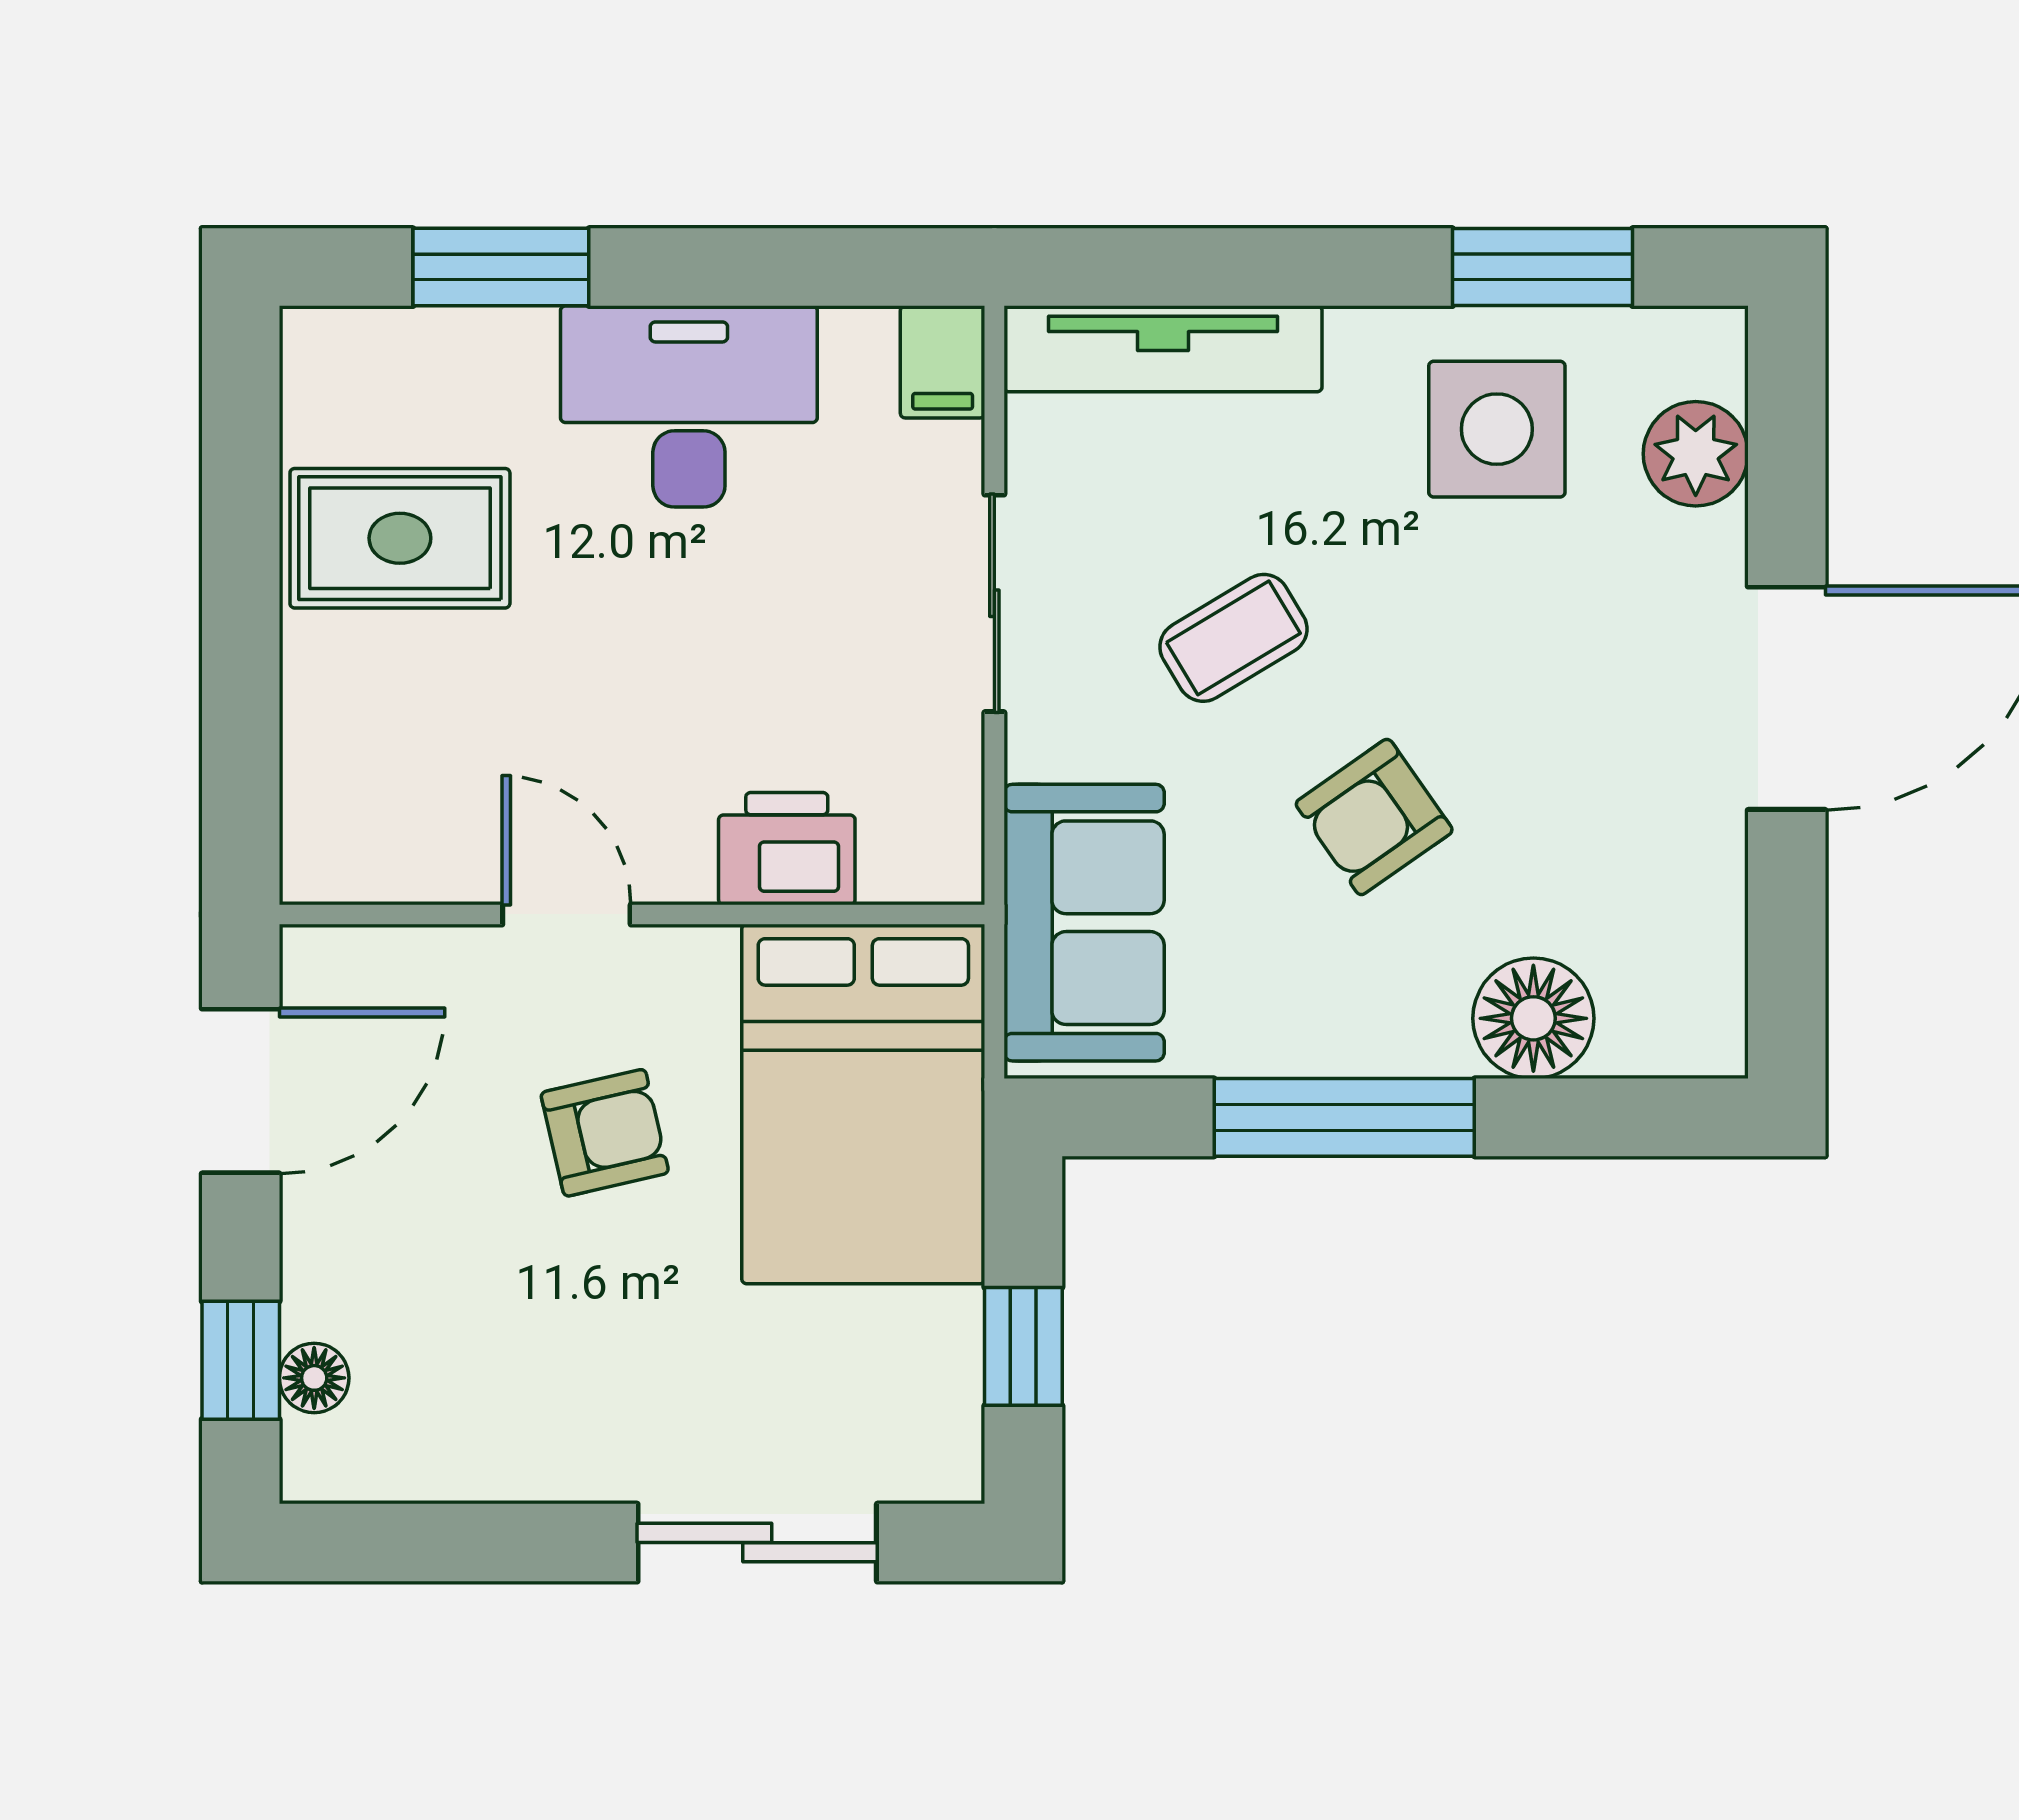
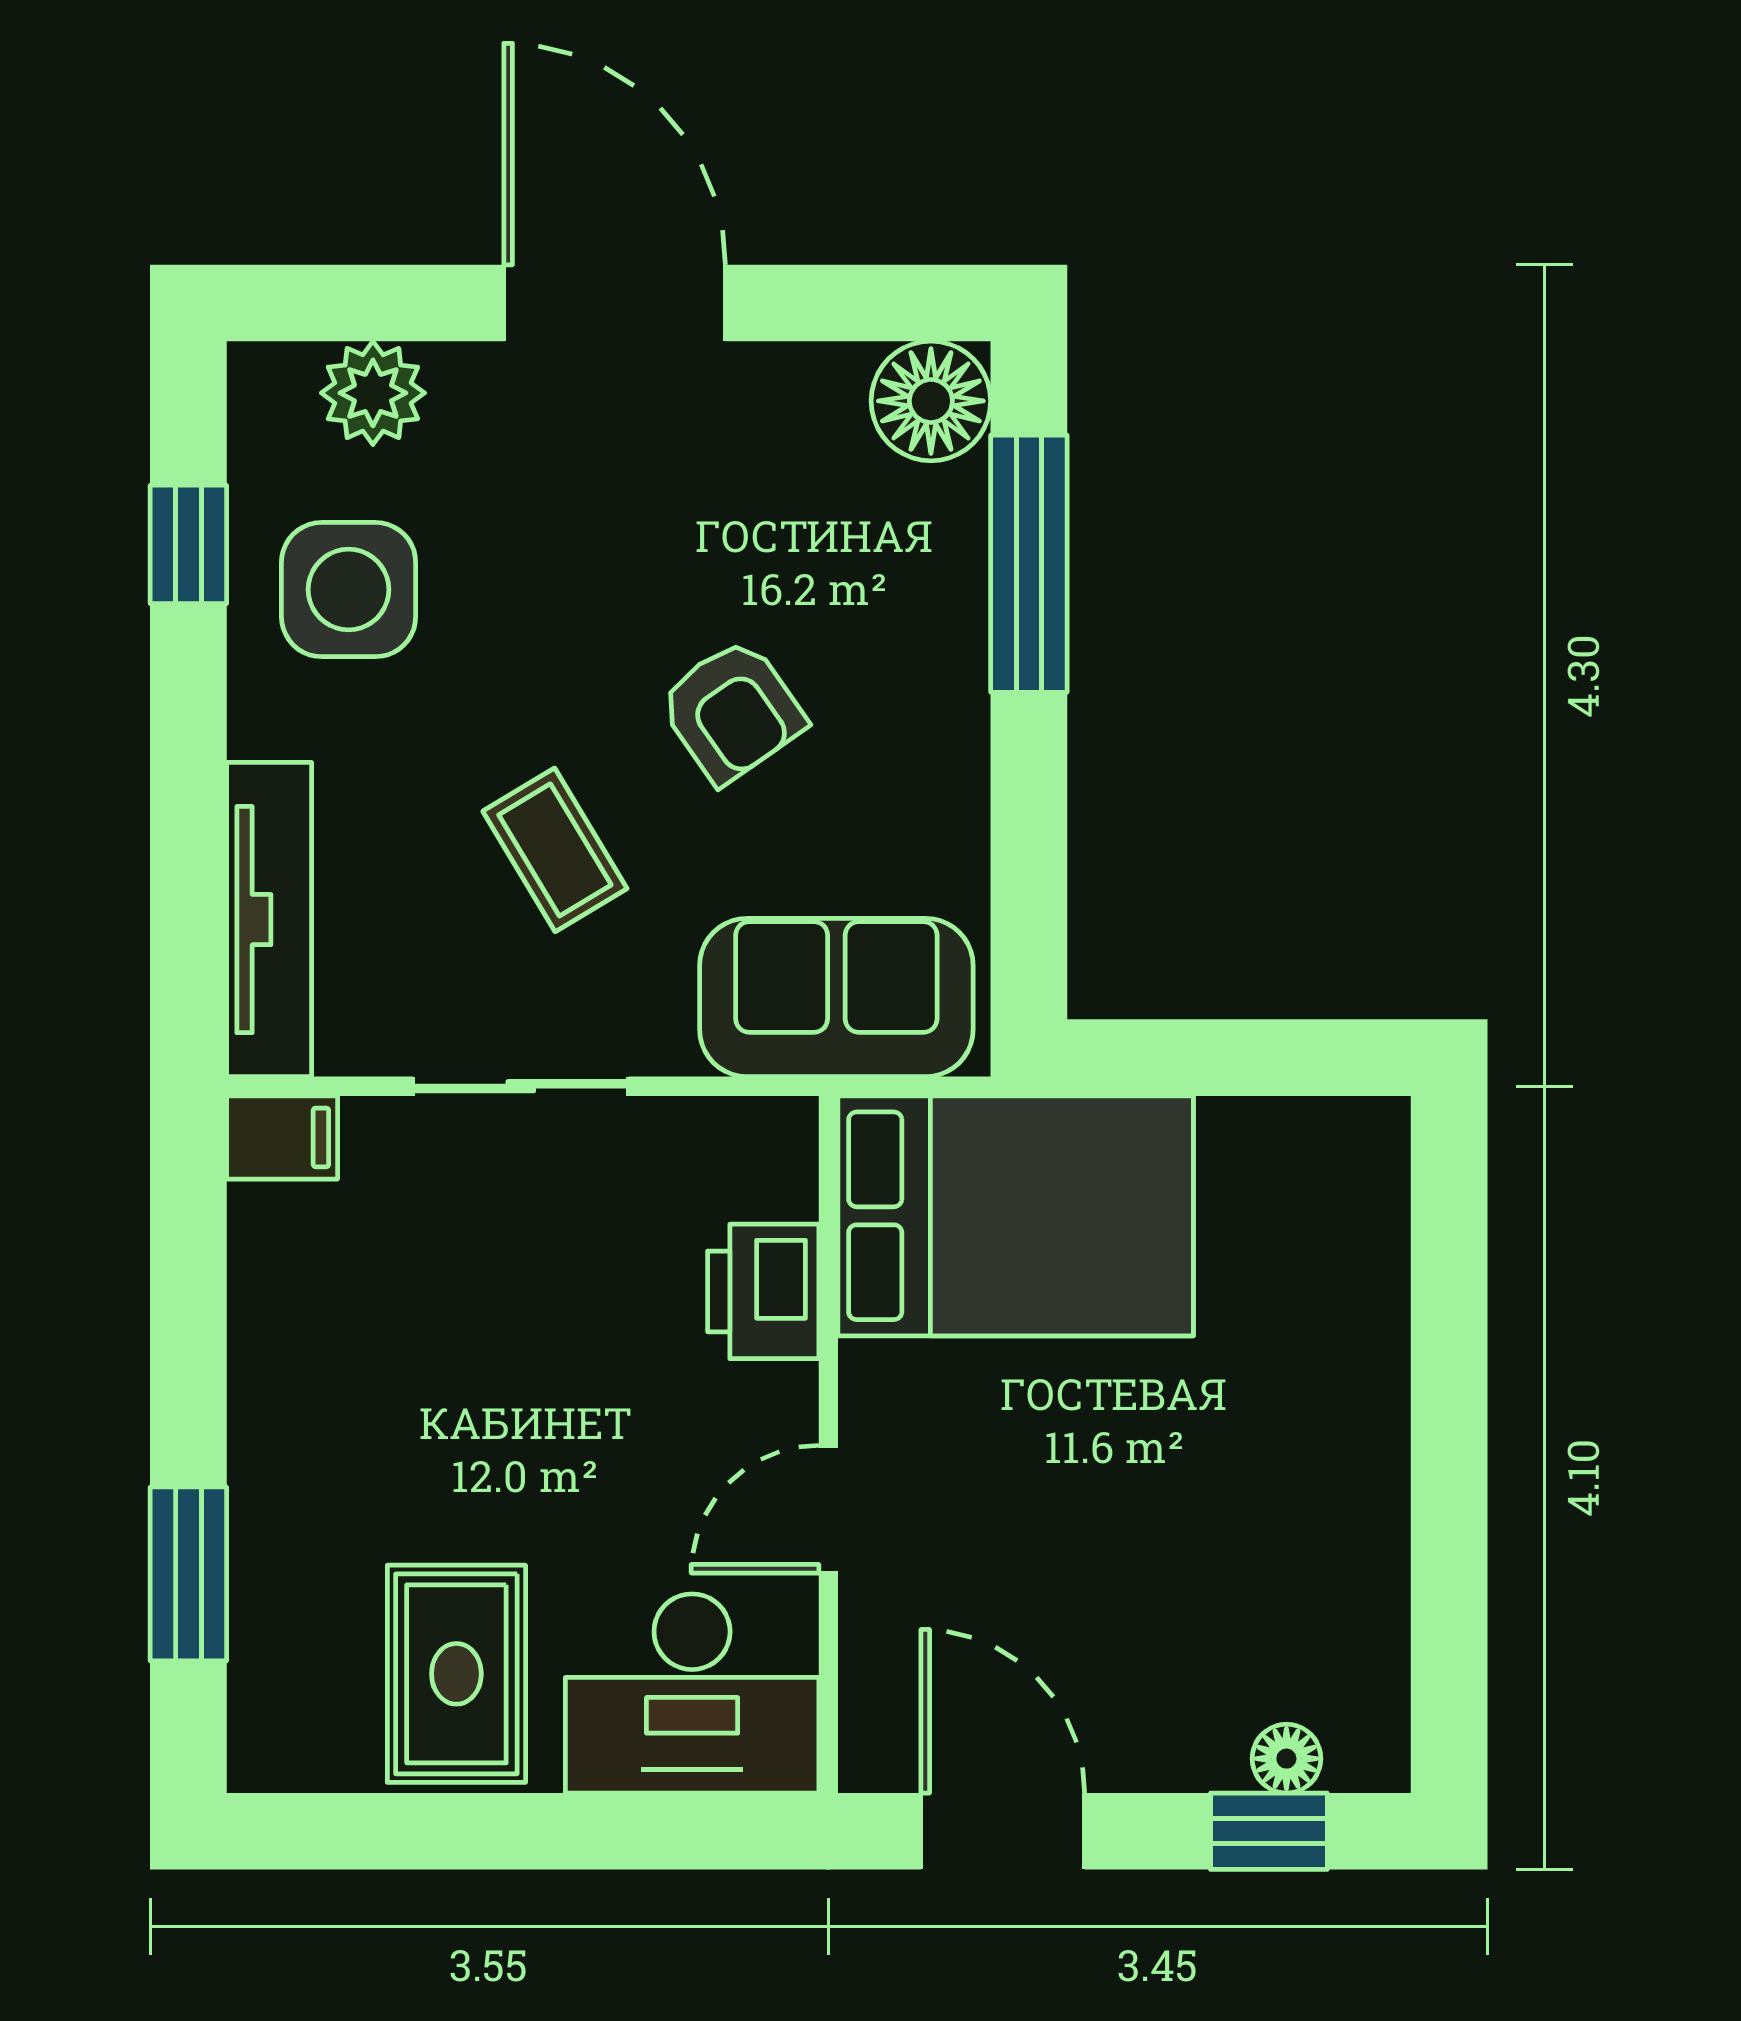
window: (1542, 267) -> (188, 544), width x0.67
desk: (689, 406) -> (692, 1693), moved, turned -90
floor lamp: (1533, 1018) -> (931, 401), moved
window: (1344, 1117) -> (1029, 564), moved
armchair: (605, 1133) -> (1044, 1471), removed
window: (1023, 1346) -> (1255, 1058), removed
sliding door: (757, 1543) -> (1449, 1321), removed

